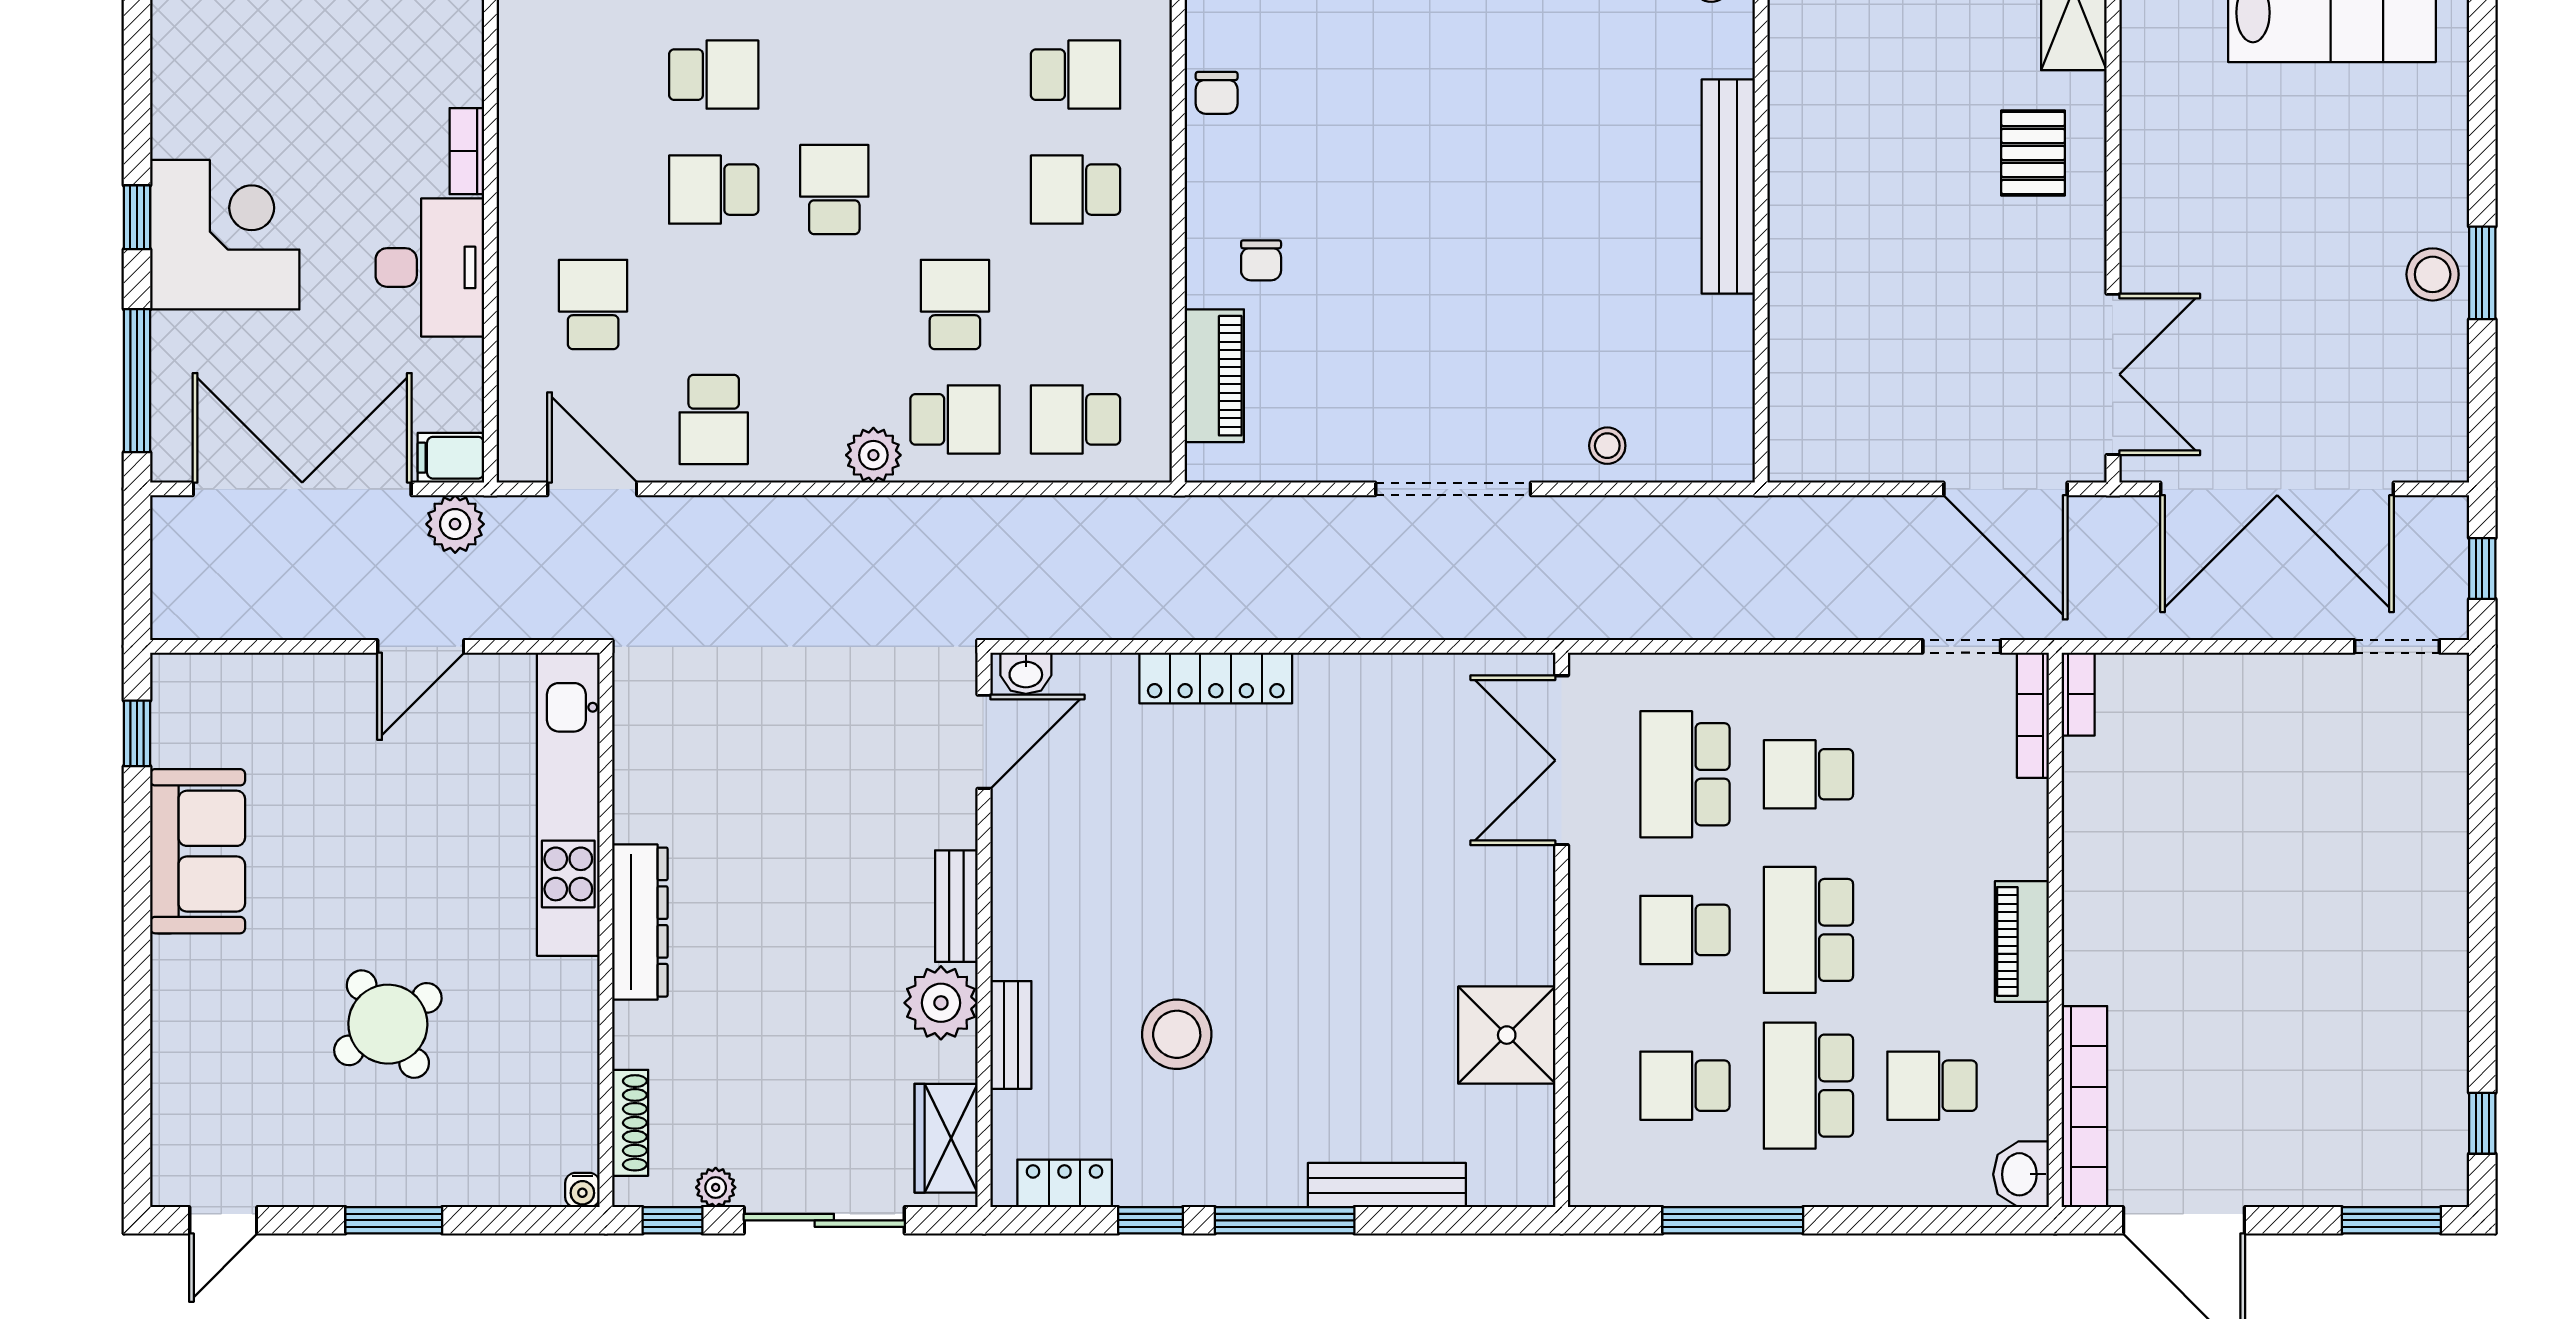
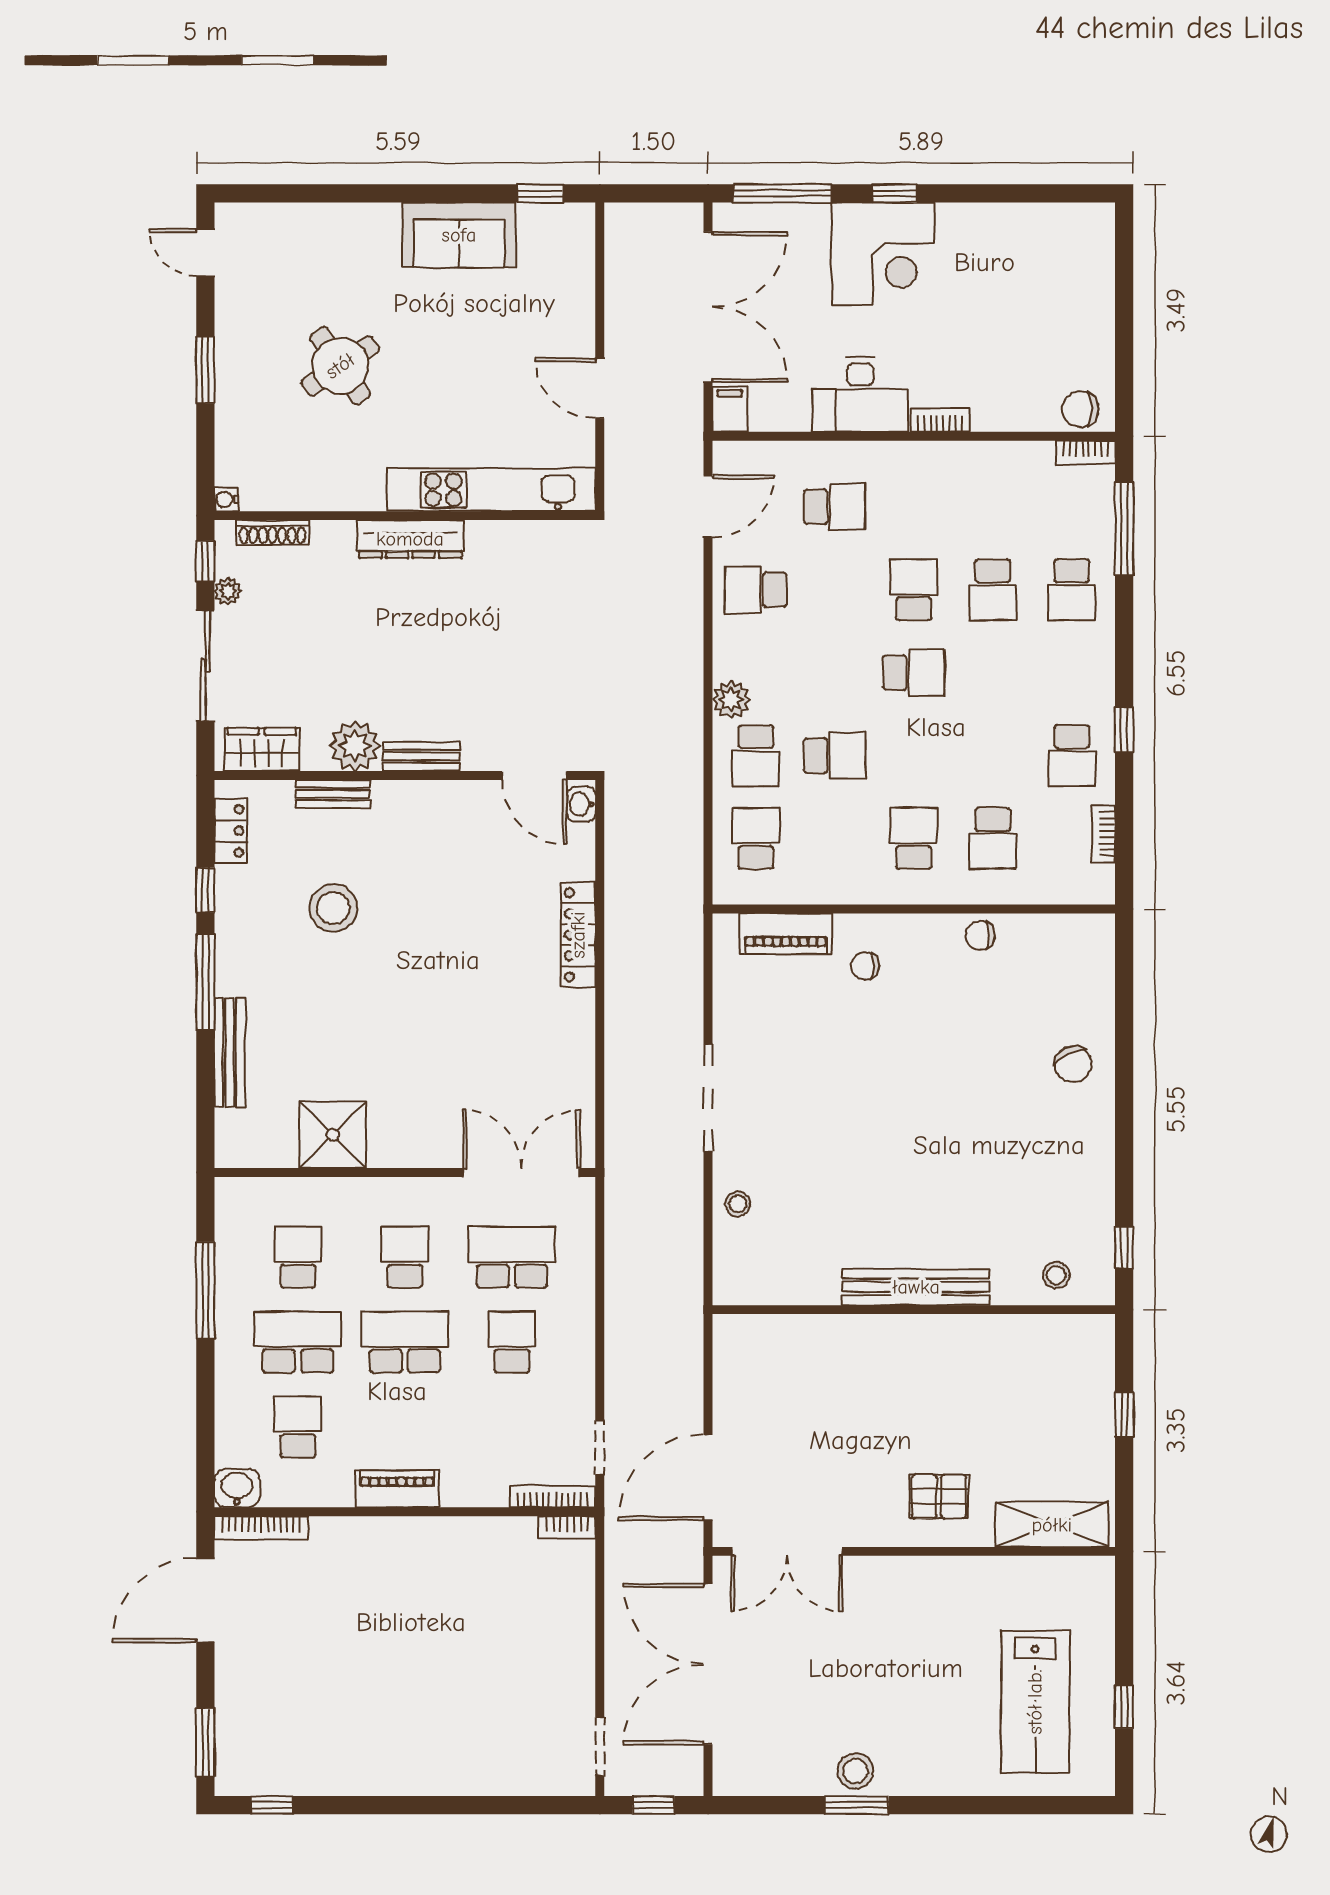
plant: (455, 524) -> (684, 412), removed
bookcase: (2084, 1107) -> (261, 1528), width x0.68, depth x0.76

